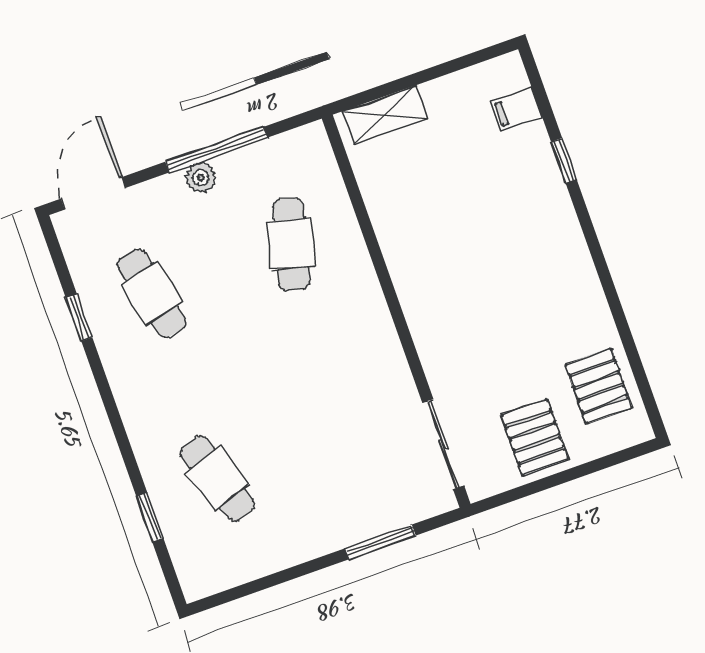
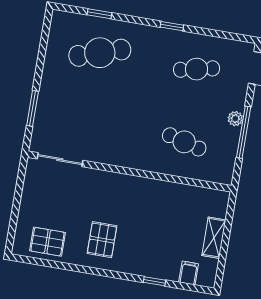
shelving: (385, 115) -> (214, 238), moved
window: (79, 318) -> (172, 26), moved
pallet: (535, 437) -> (102, 240), moved, turned 90
cafe table: (217, 479) -> (100, 53), width x1.37, depth x1.35

